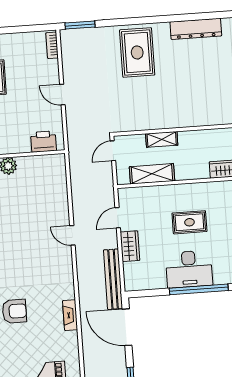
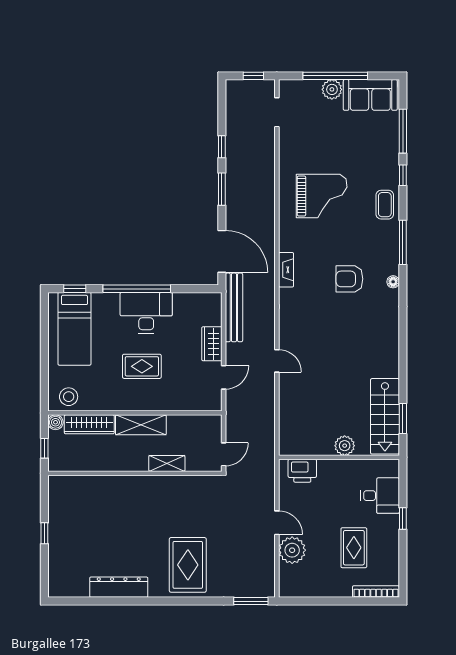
bookcase: (52, 45) -> (285, 580), removed
plant: (47, 72) -> (292, 550), added
shelving: (152, 174) -> (141, 425), moved

